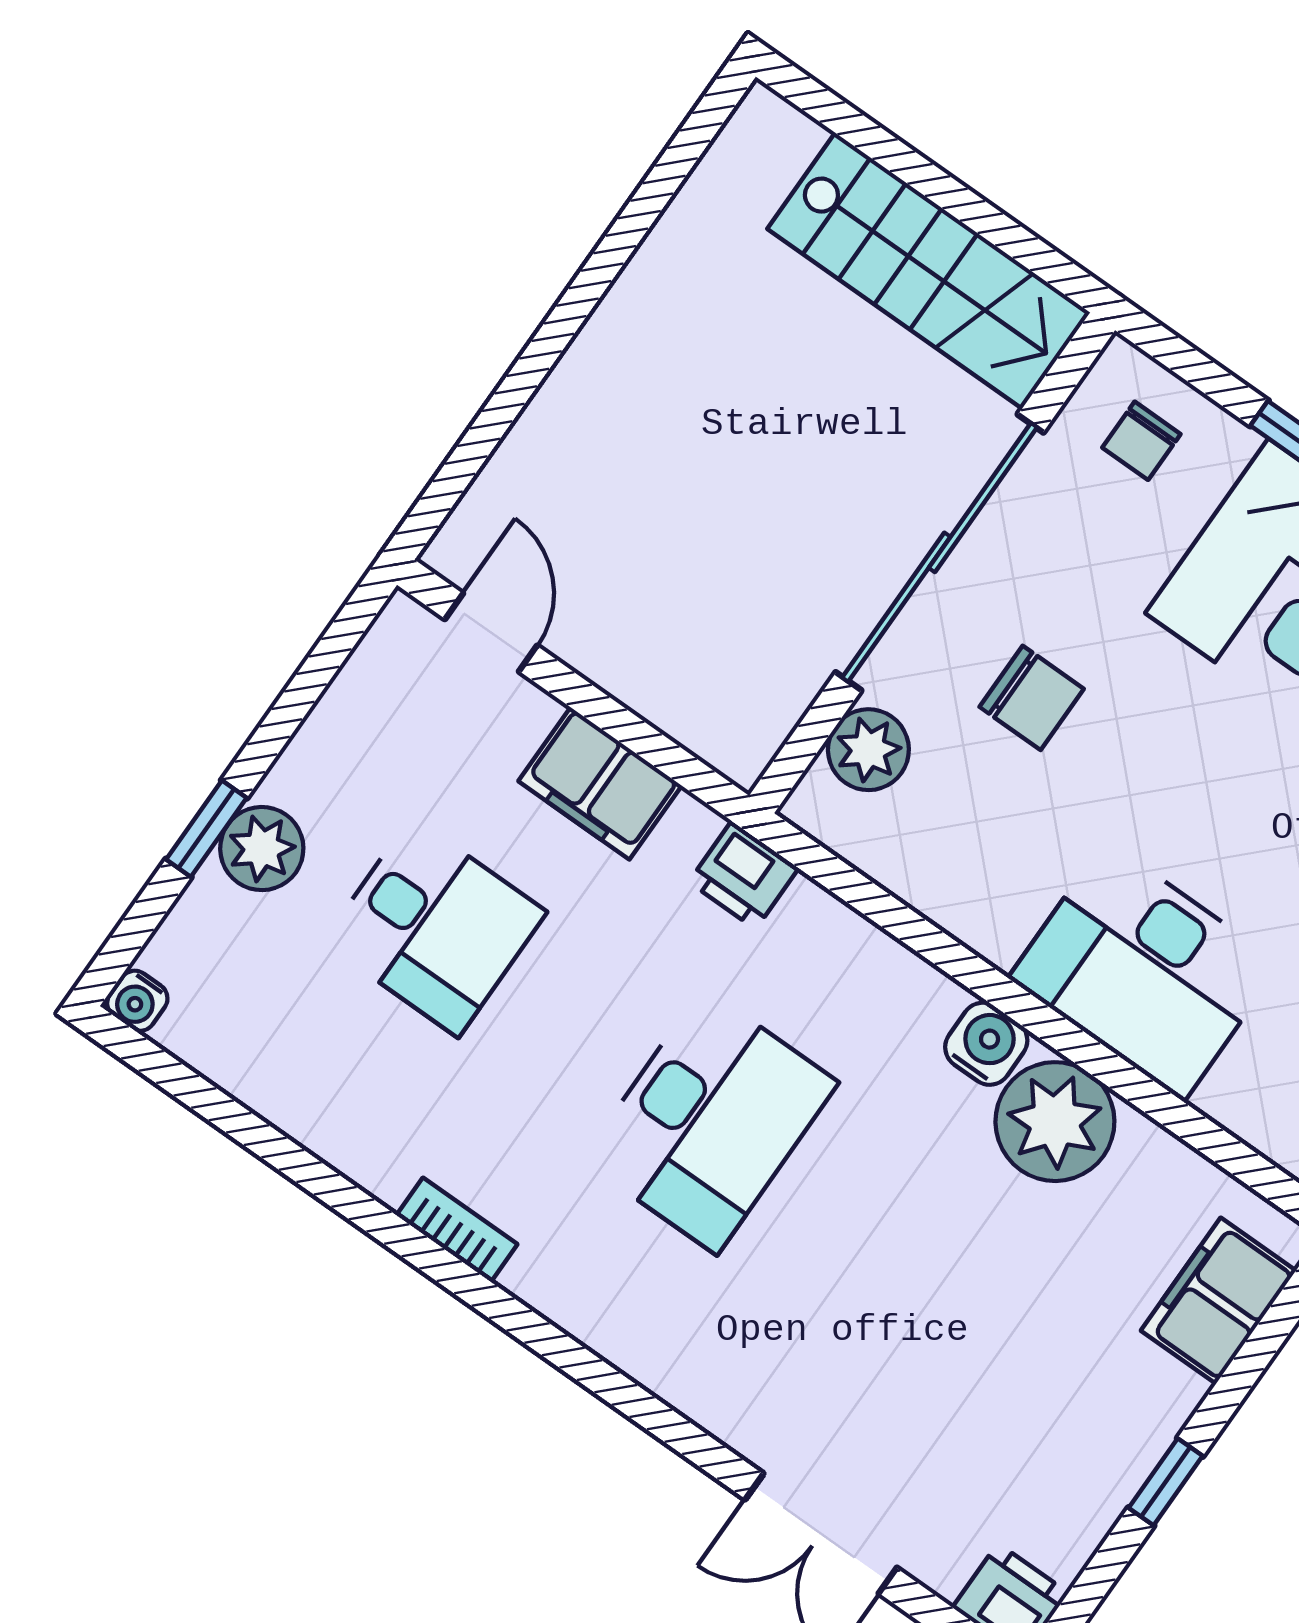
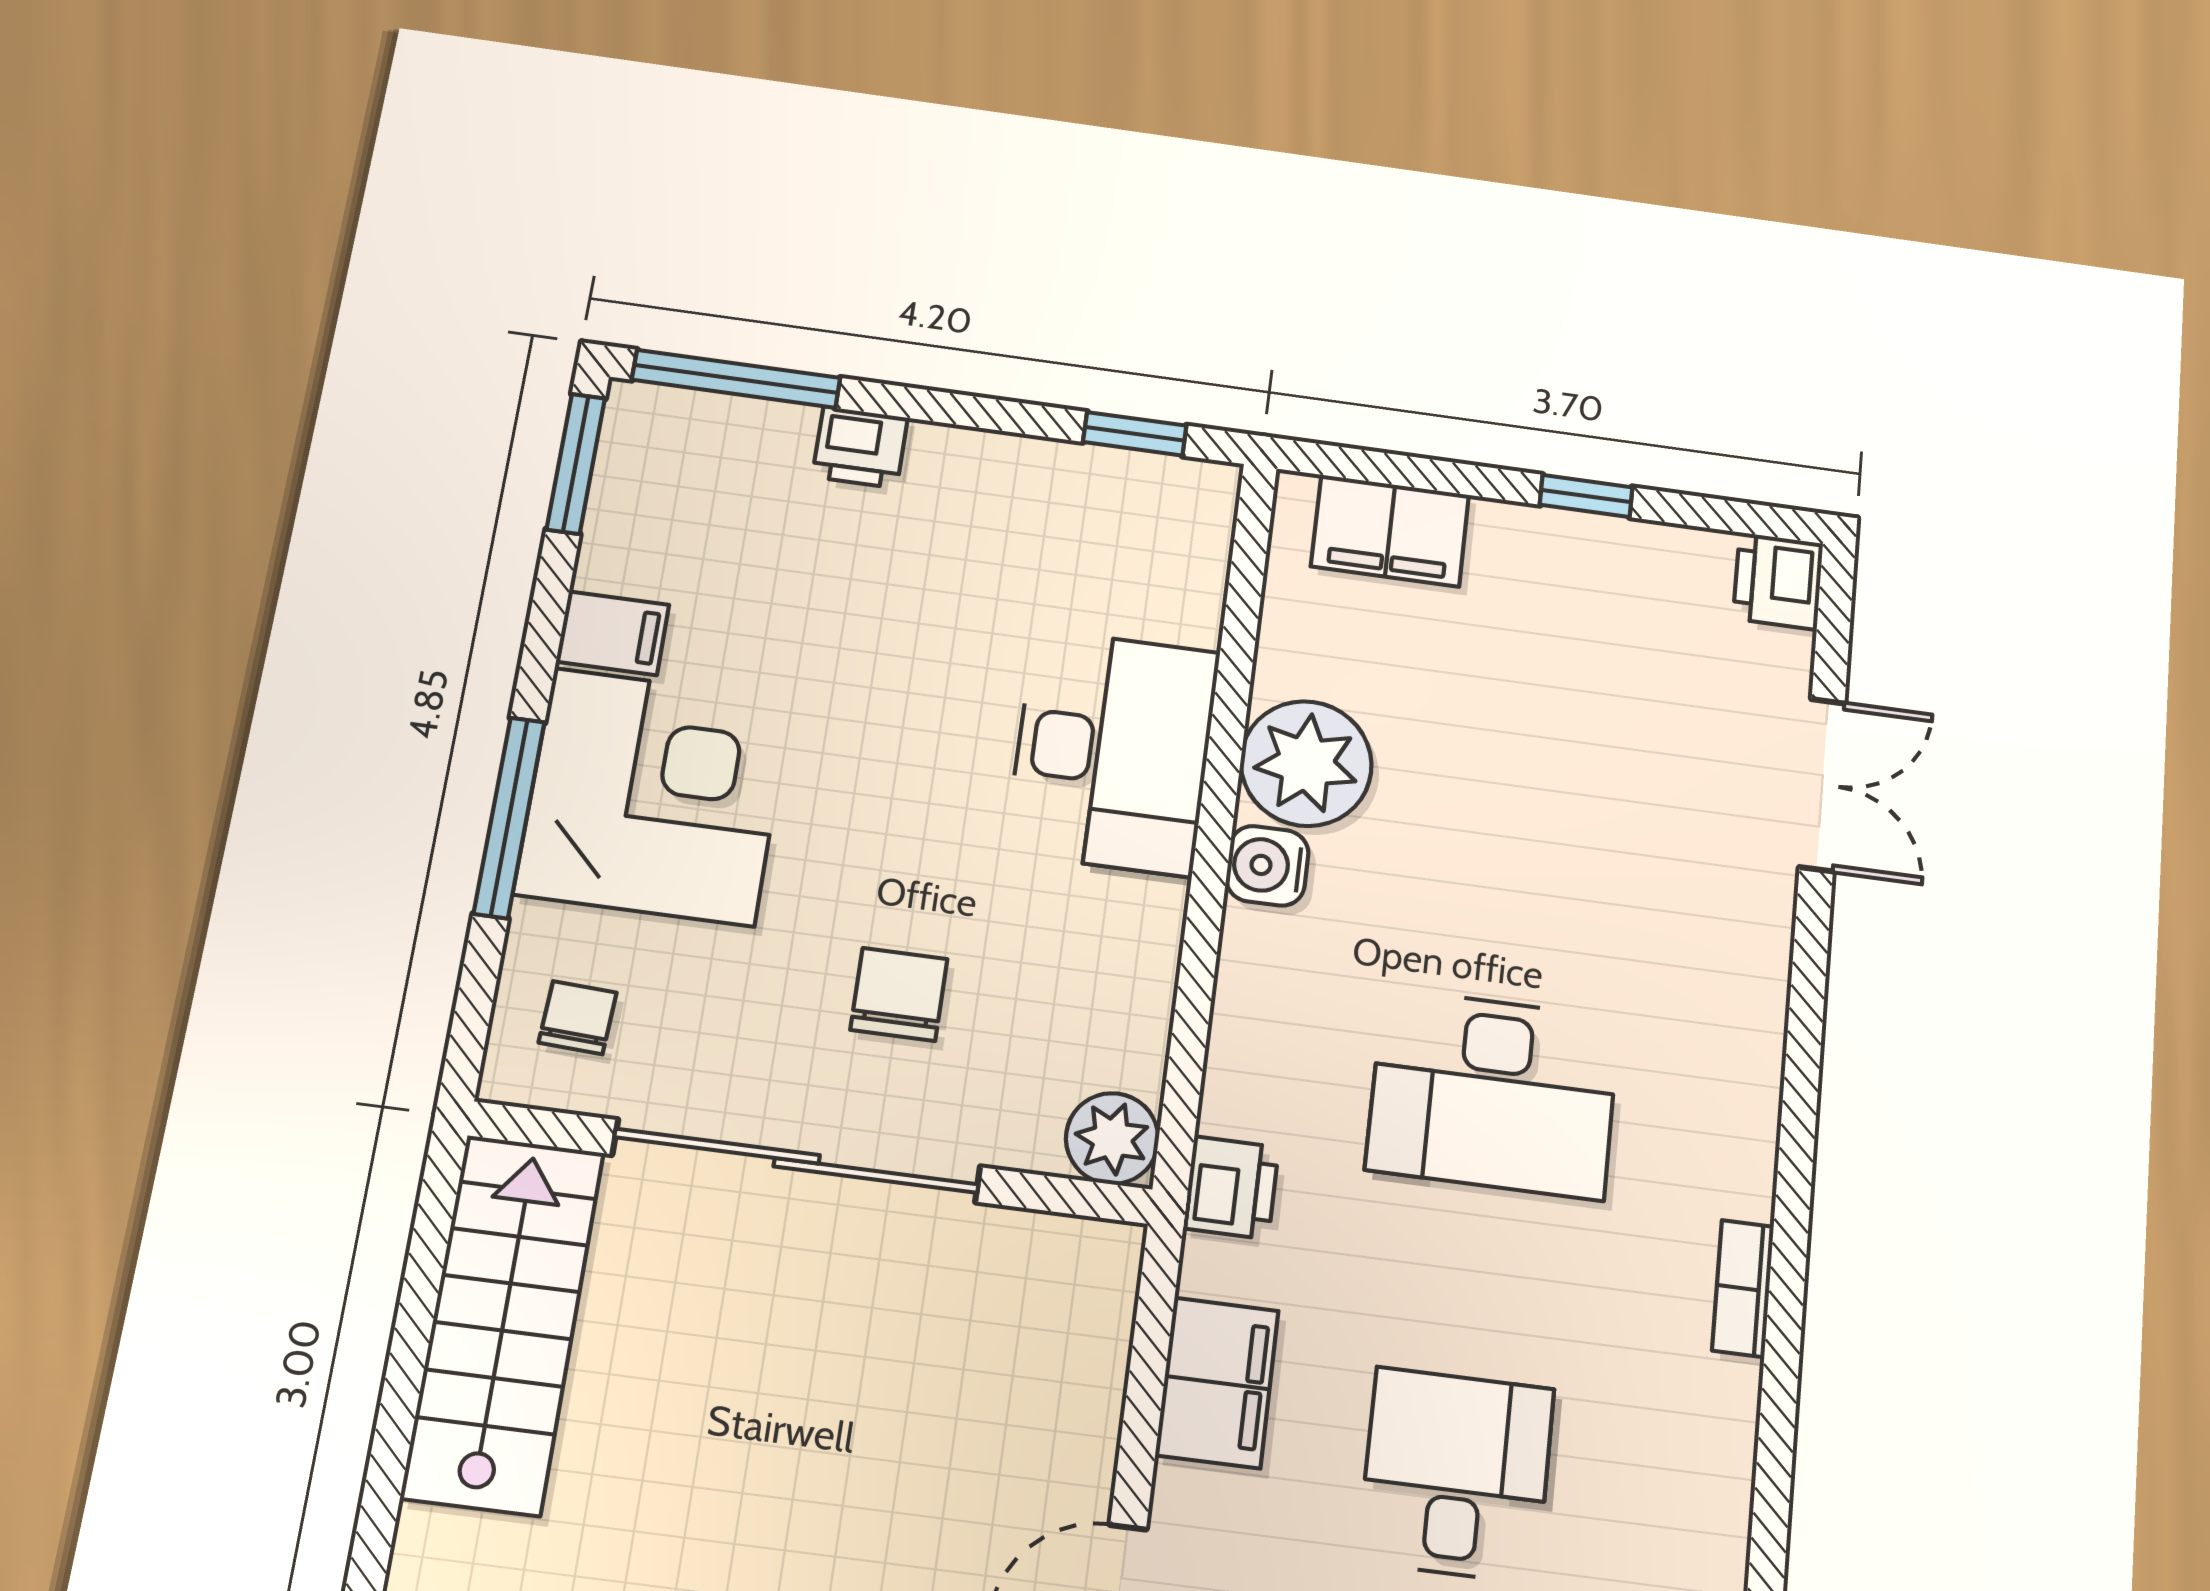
chair: (1141, 441) -> (578, 1018), turned -87
plant: (868, 750) -> (1112, 1138), moved
desk: (710, 1121) -> (1493, 1093), turned 180

